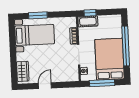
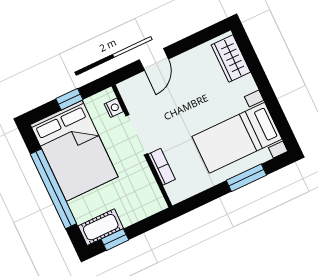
window: (90, 13) -> (115, 240), moved
cot: (88, 21) -> (101, 227), moved
window: (102, 83) -> (69, 99), width x0.46
door: (45, 86) -> (154, 59), moved

